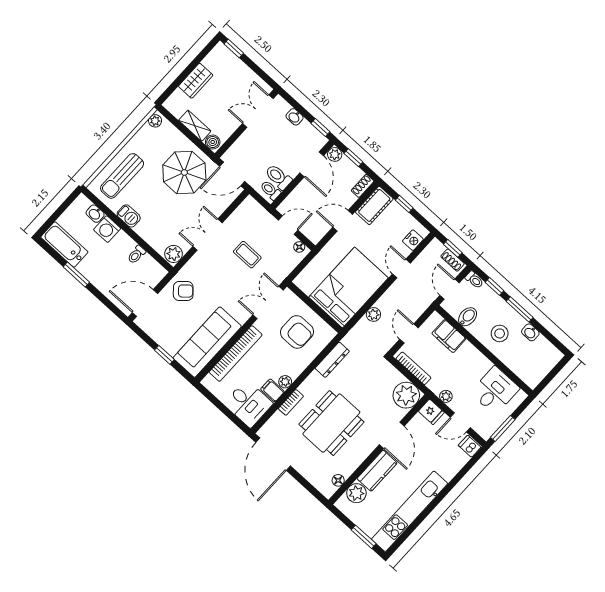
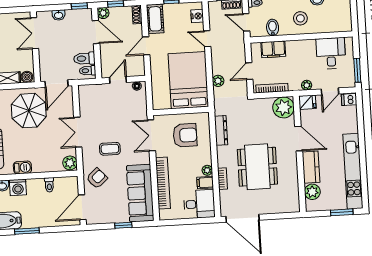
coffee table: (247, 255) -> (110, 149), moved
door: (409, 334) -> (249, 71), hinge flipped
floor lamp: (338, 480) -> (295, 195), removed

